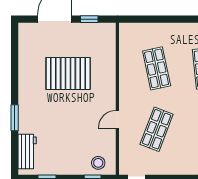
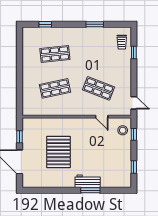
door: (117, 119) -> (102, 117), moved
workbench: (27, 151) -> (88, 181), moved

